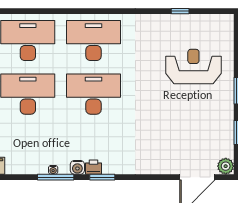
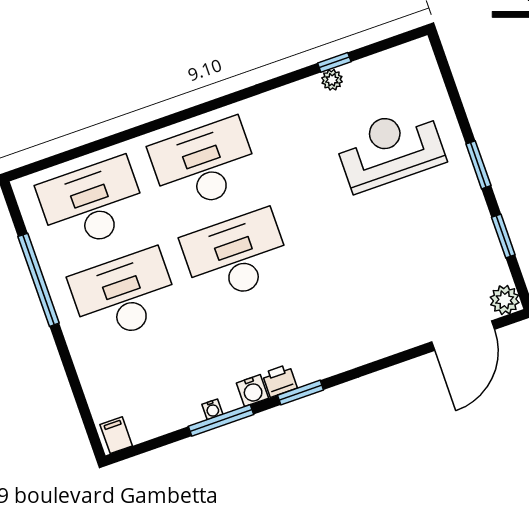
plant: (176, 20) -> (332, 80), added

